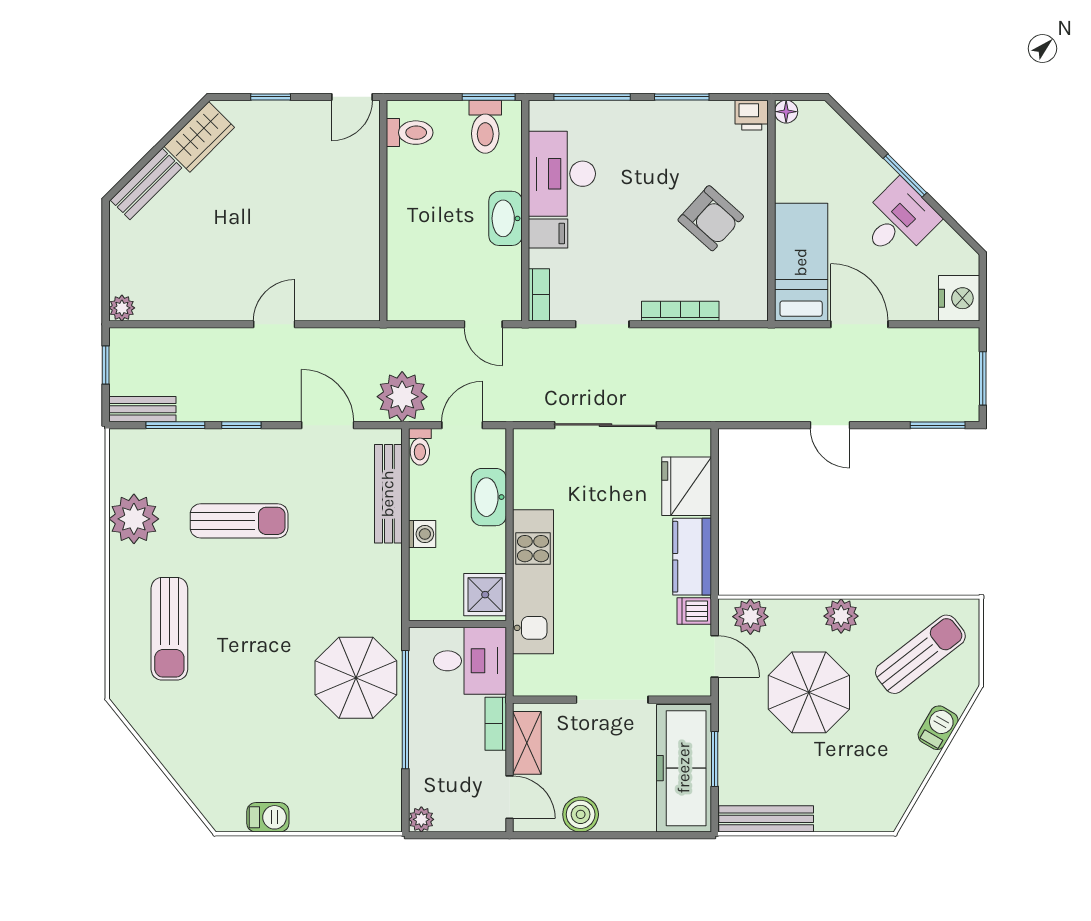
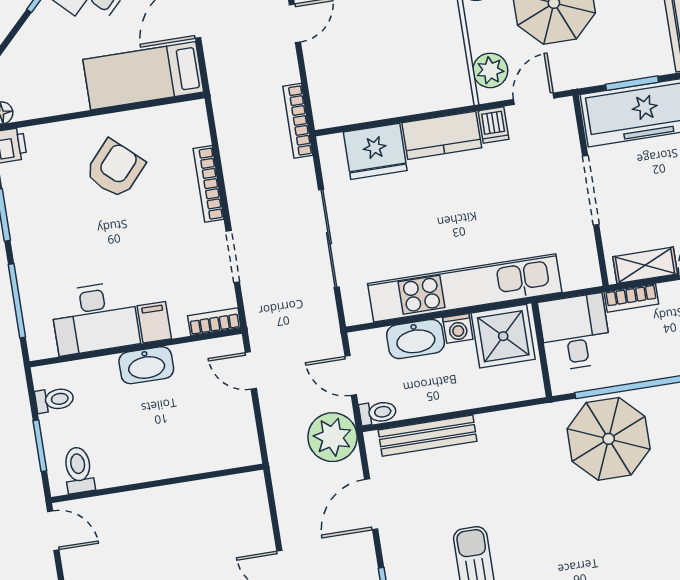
window: (489, 97) -> (40, 446), moved
toilet: (485, 127) -> (55, 400), width x0.73, depth x0.72
door: (483, 324) -> (251, 370), swing flipped
bookcase: (730, 412) -> (298, 121), added
washing machine: (422, 534) -> (458, 328), moved, turned 180
kitchen unit: (533, 582) -> (465, 288), width x1.36
shower: (485, 595) -> (503, 336), width x1.36, depth x1.36

